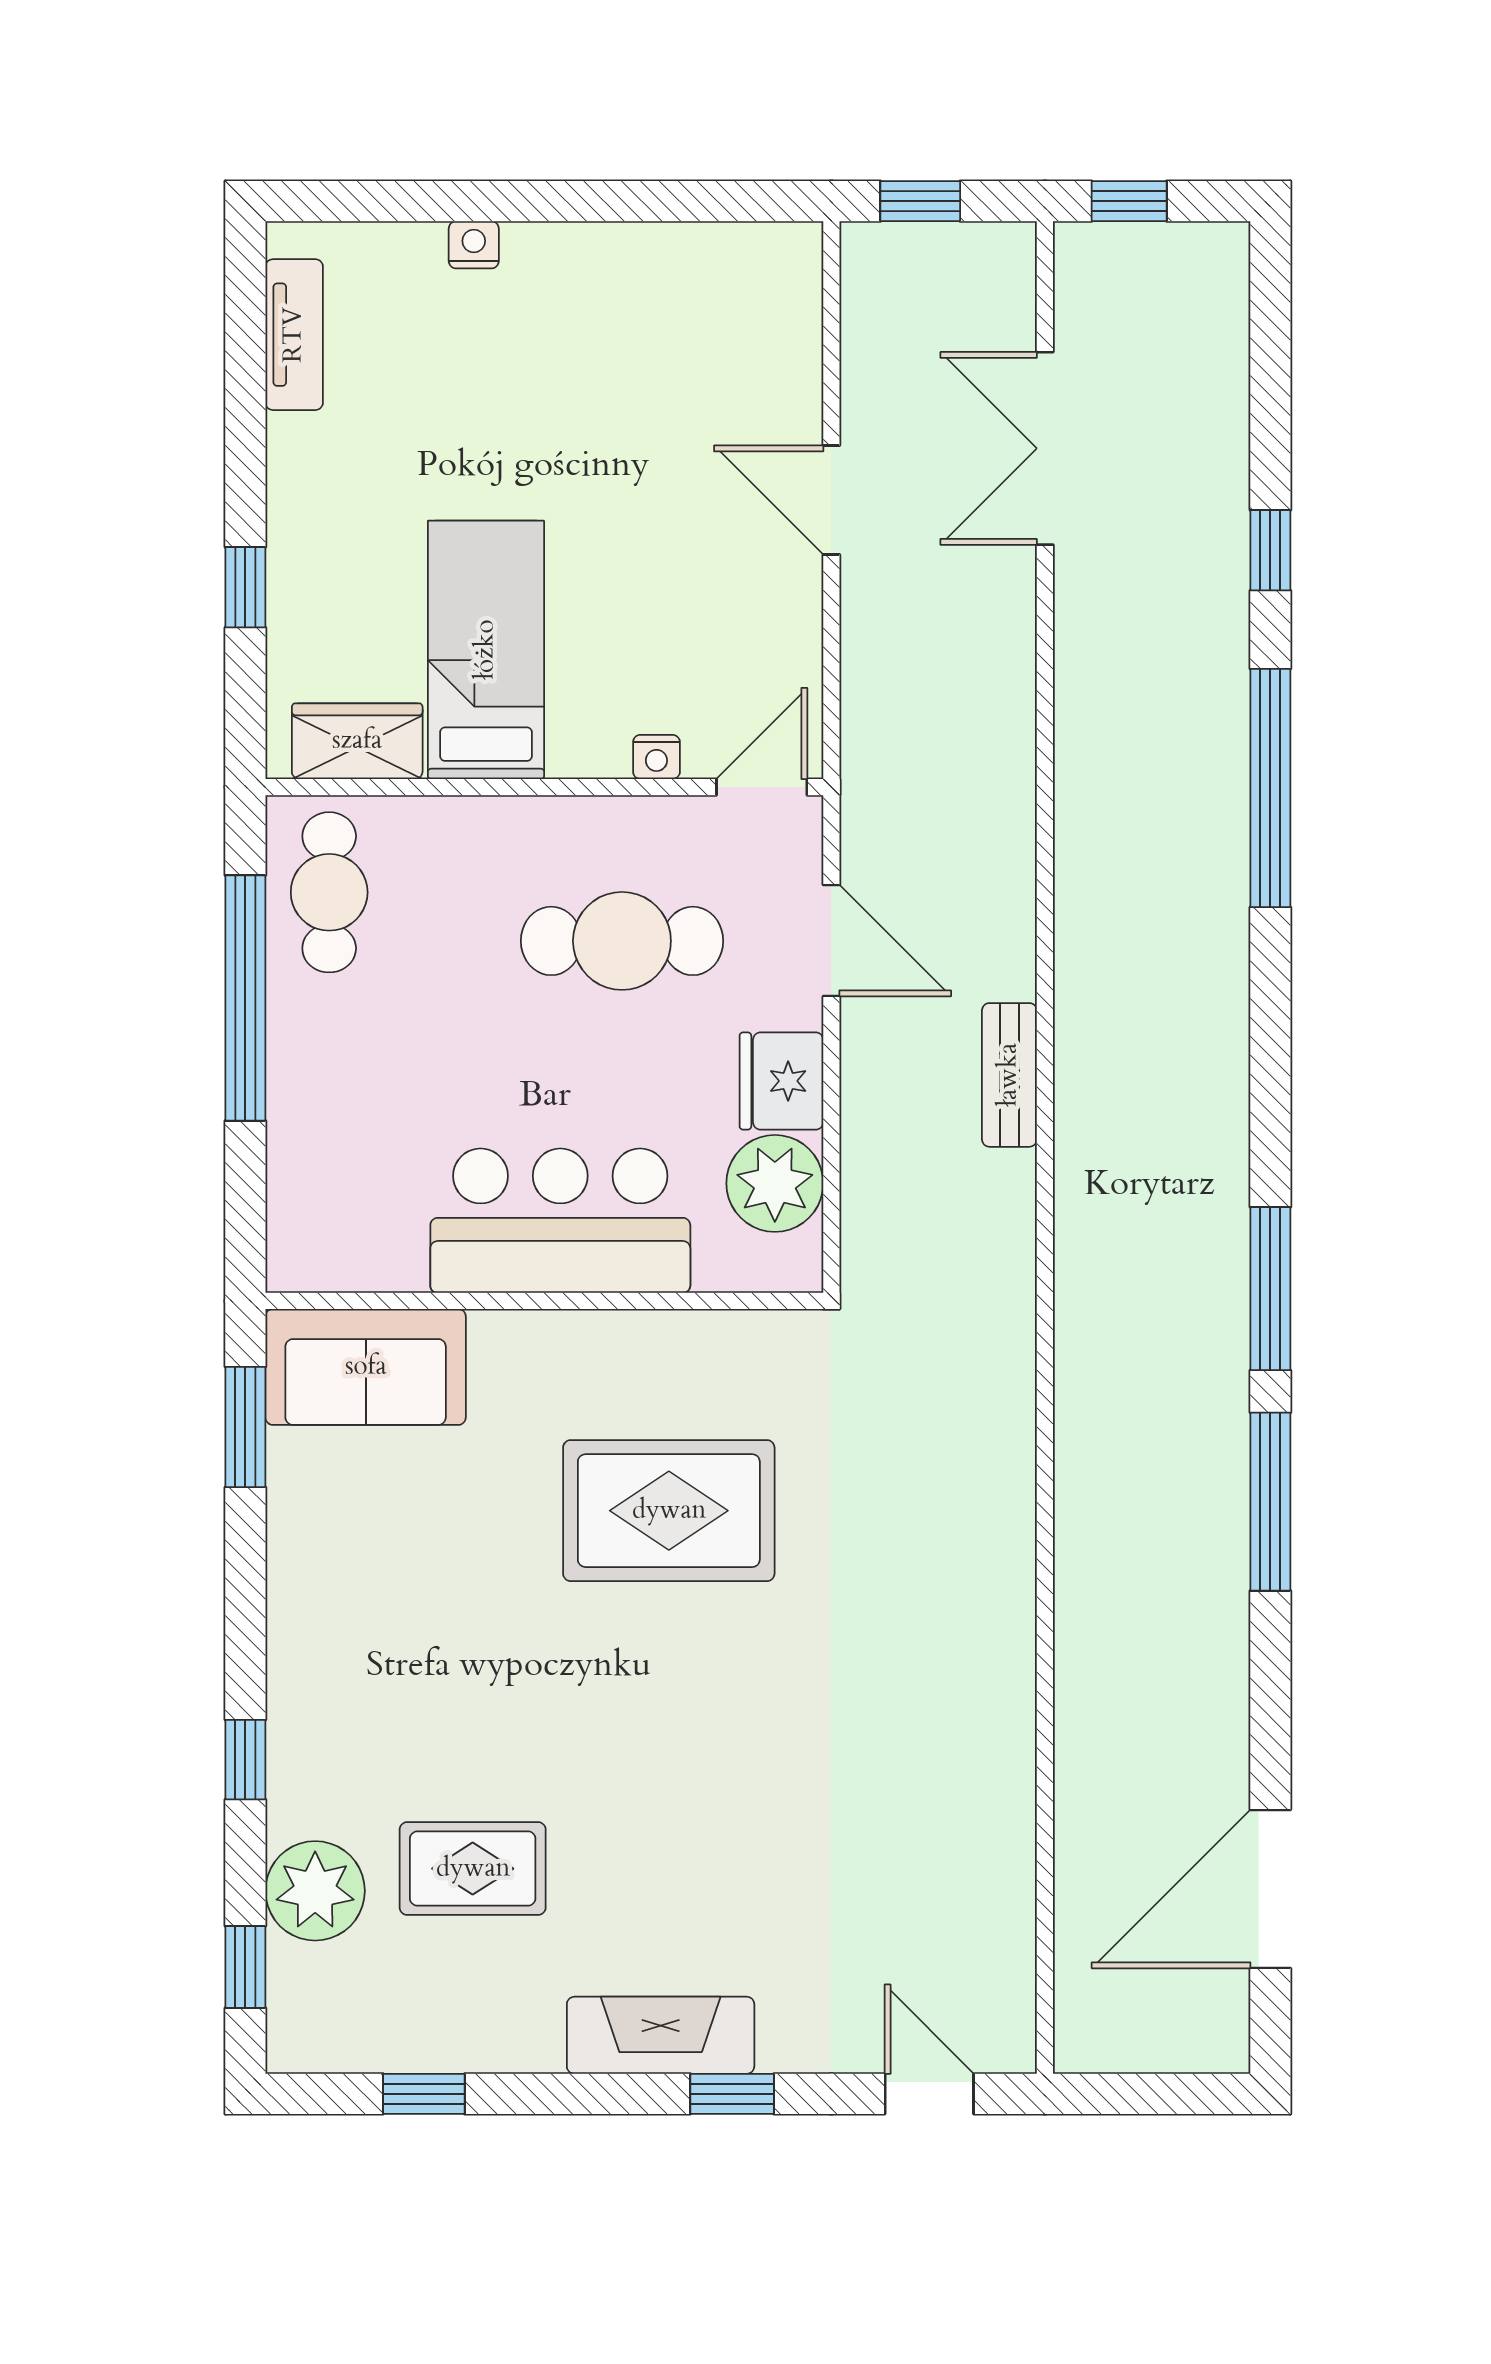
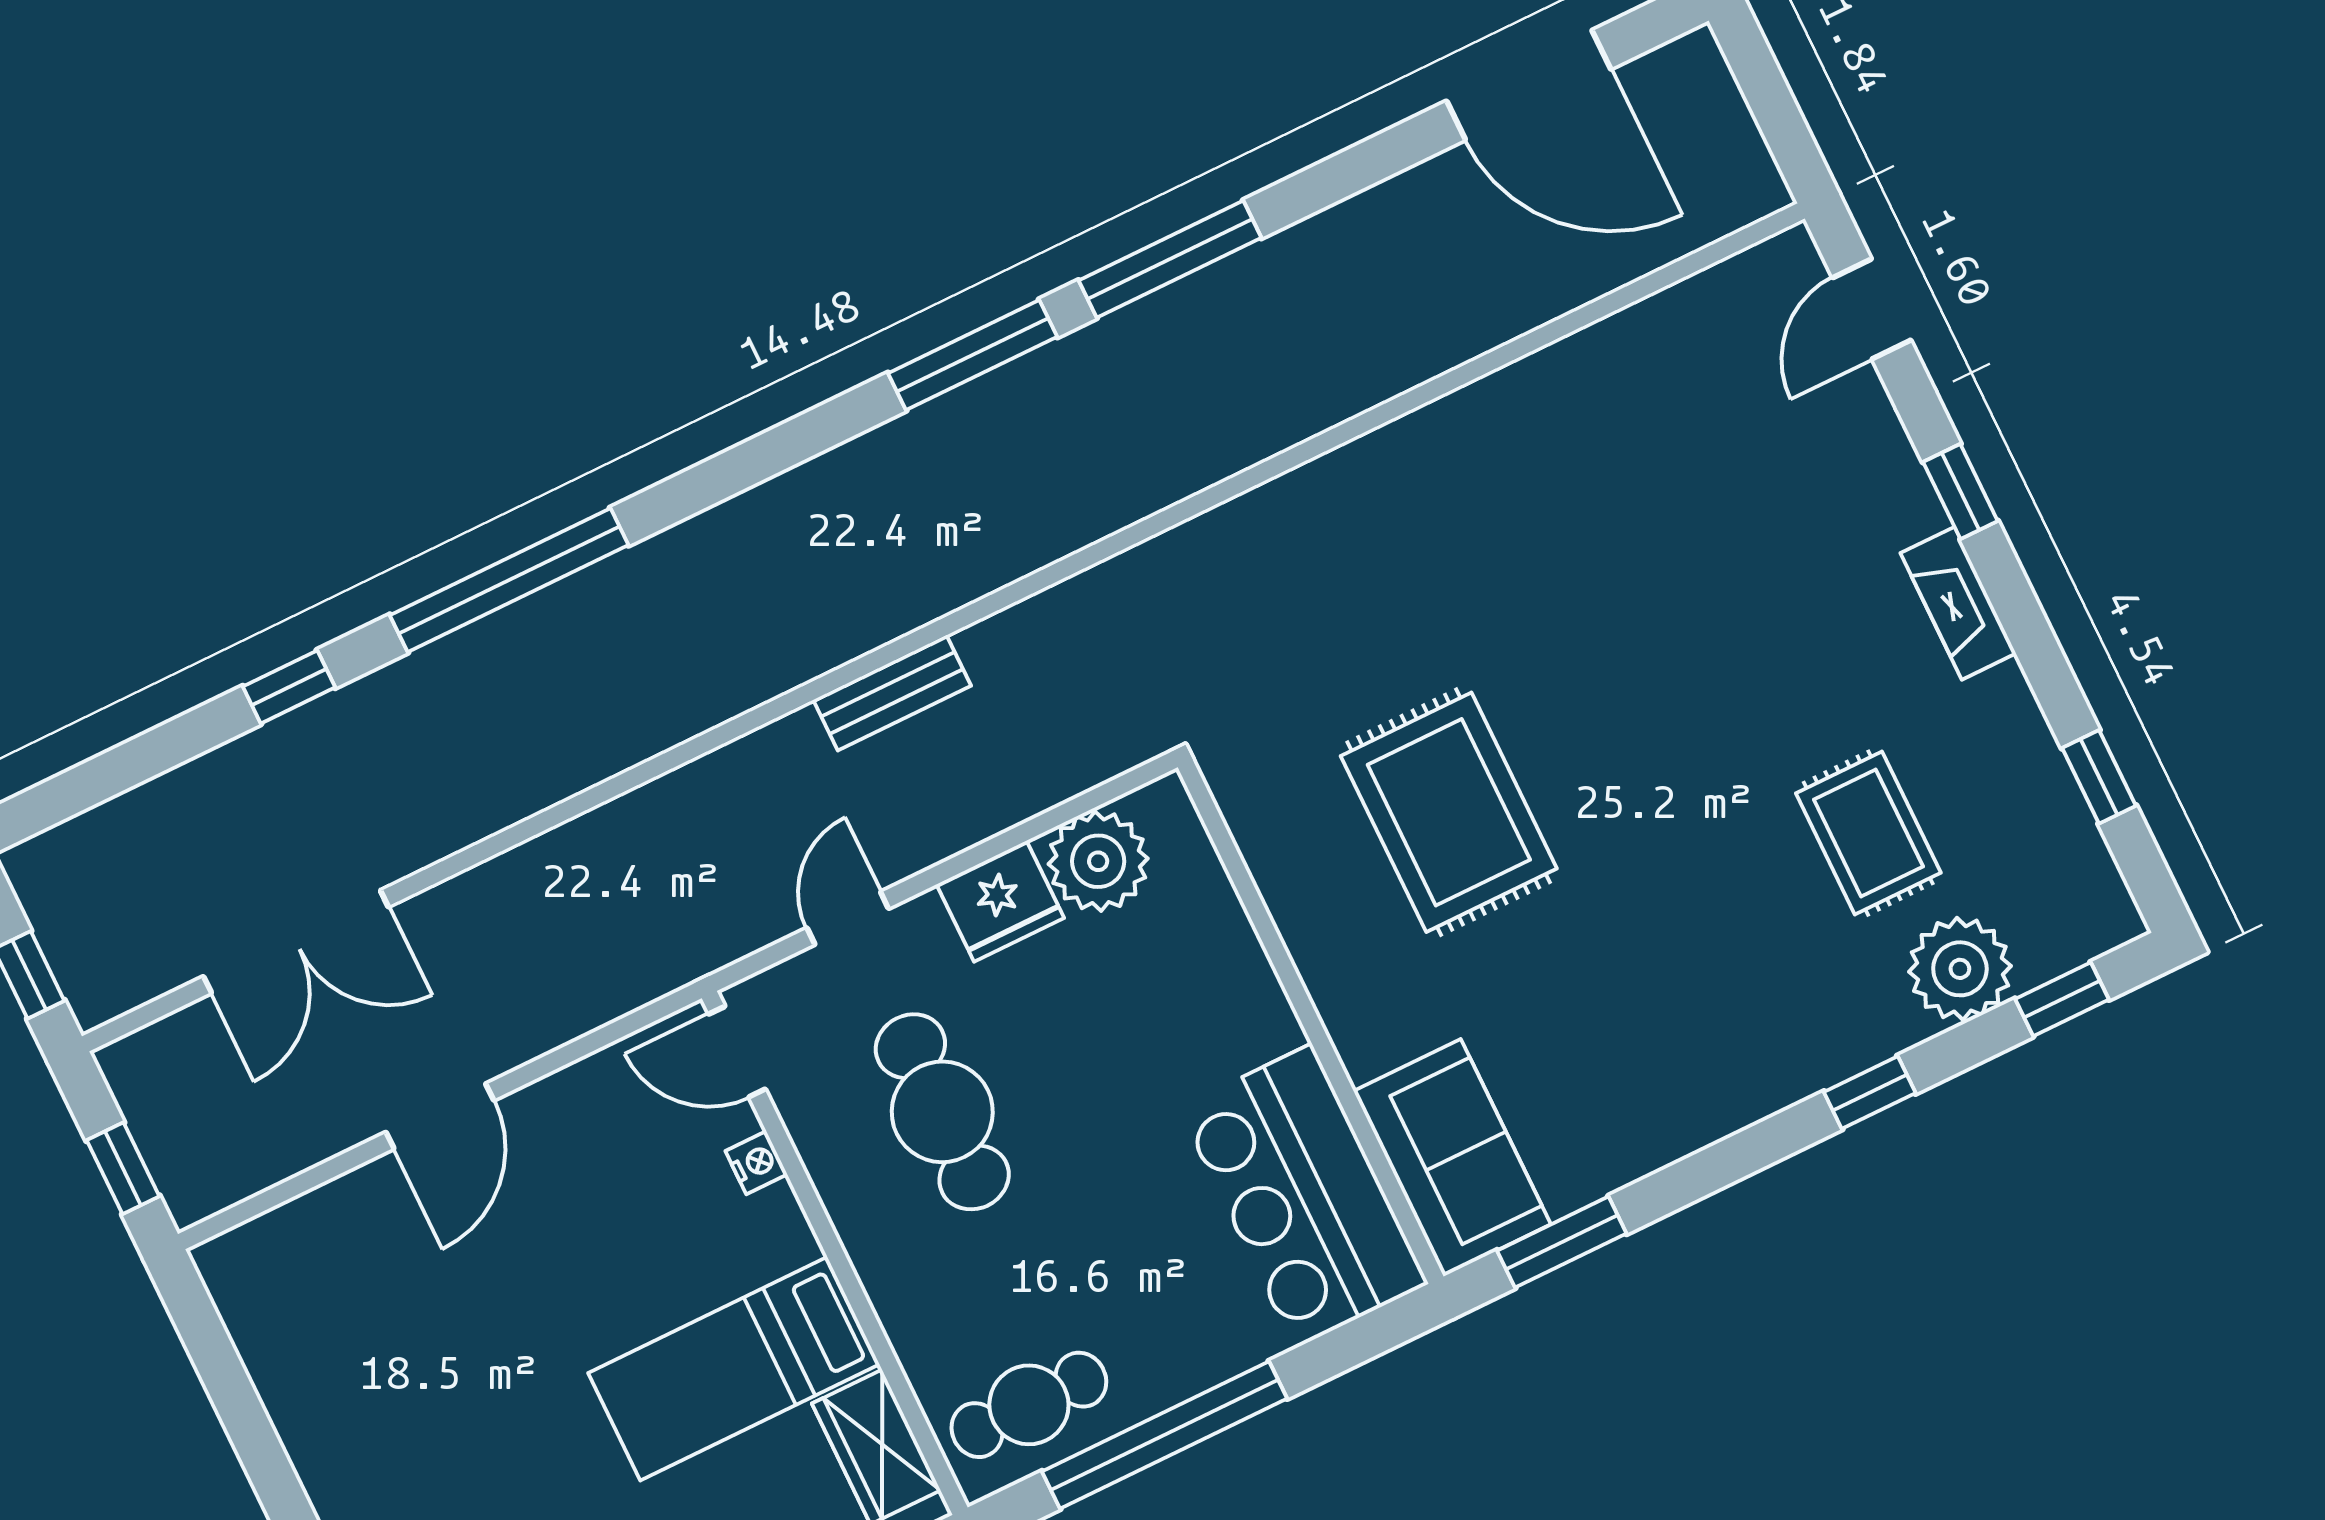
door: (831, 940) -> (848, 918), width x0.73
bar counter: (560, 1221) -> (1303, 1196), moved
fireplace: (661, 2035) -> (1958, 603), width x0.73, depth x0.76

